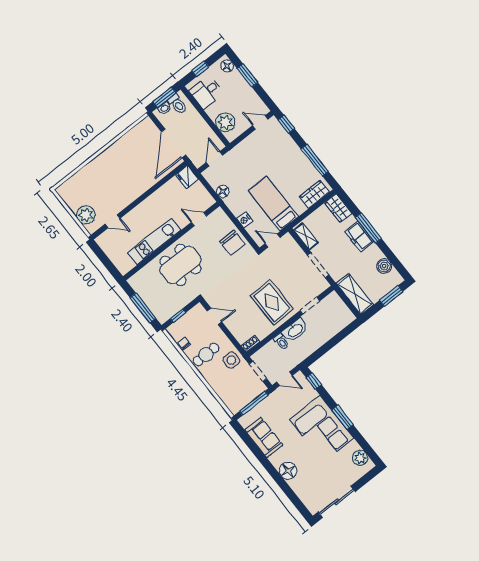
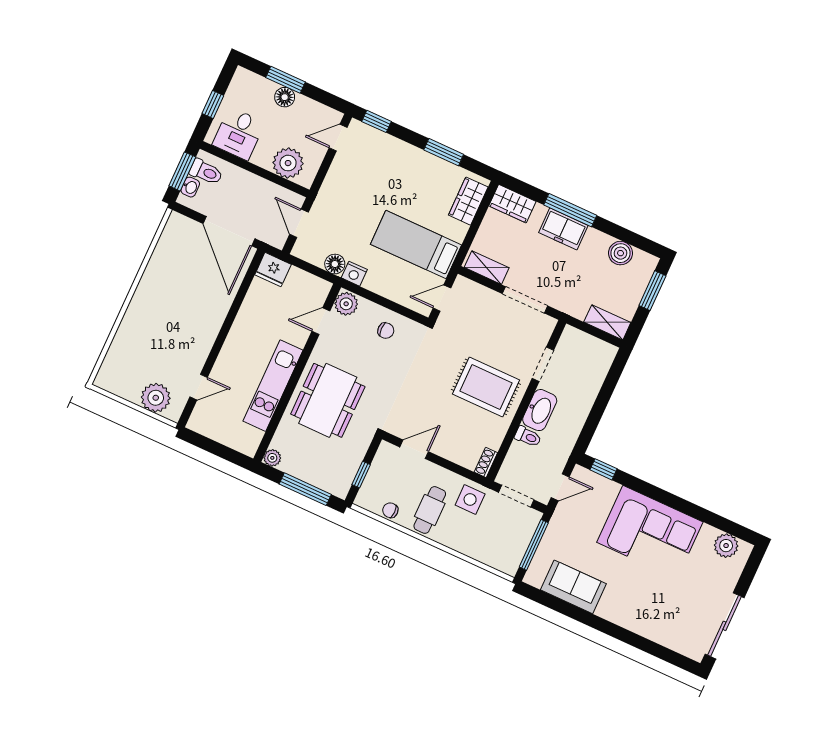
floor lamp: (227, 66) -> (285, 97), moved
window: (315, 160) -> (444, 152), width x0.69
plant: (218, 217) -> (346, 304), added
nightstand: (245, 220) -> (354, 274), moved
chair: (232, 243) -> (386, 331), width x0.54, depth x0.54
plant: (133, 281) -> (272, 458), added
shelving: (355, 294) -> (607, 322), width x0.67, depth x0.75
window: (342, 417) -> (671, 500), removed
floor lamp: (288, 471) -> (632, 617), removed

